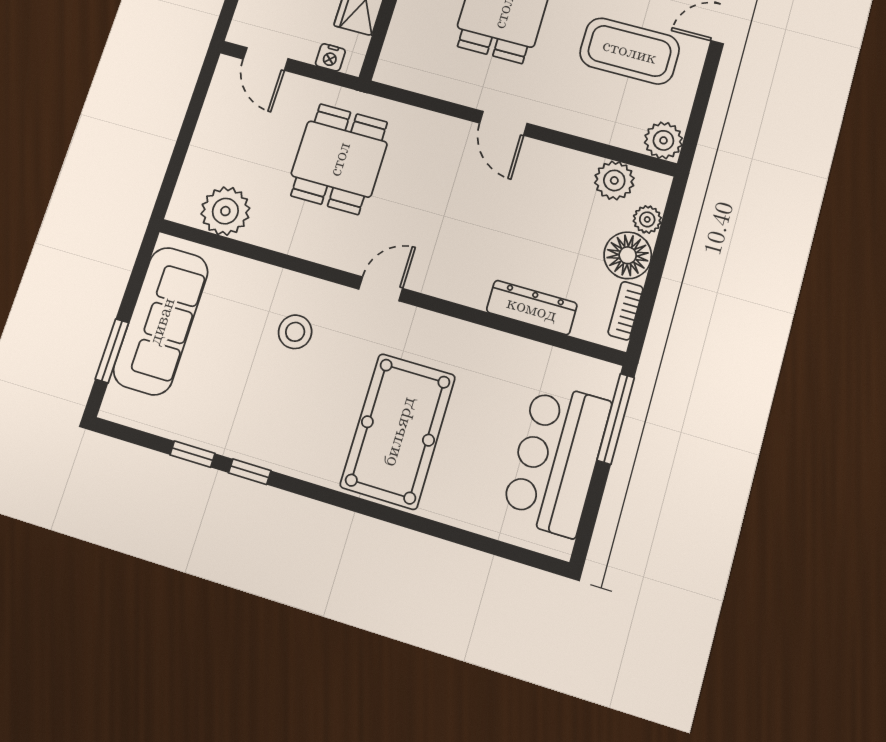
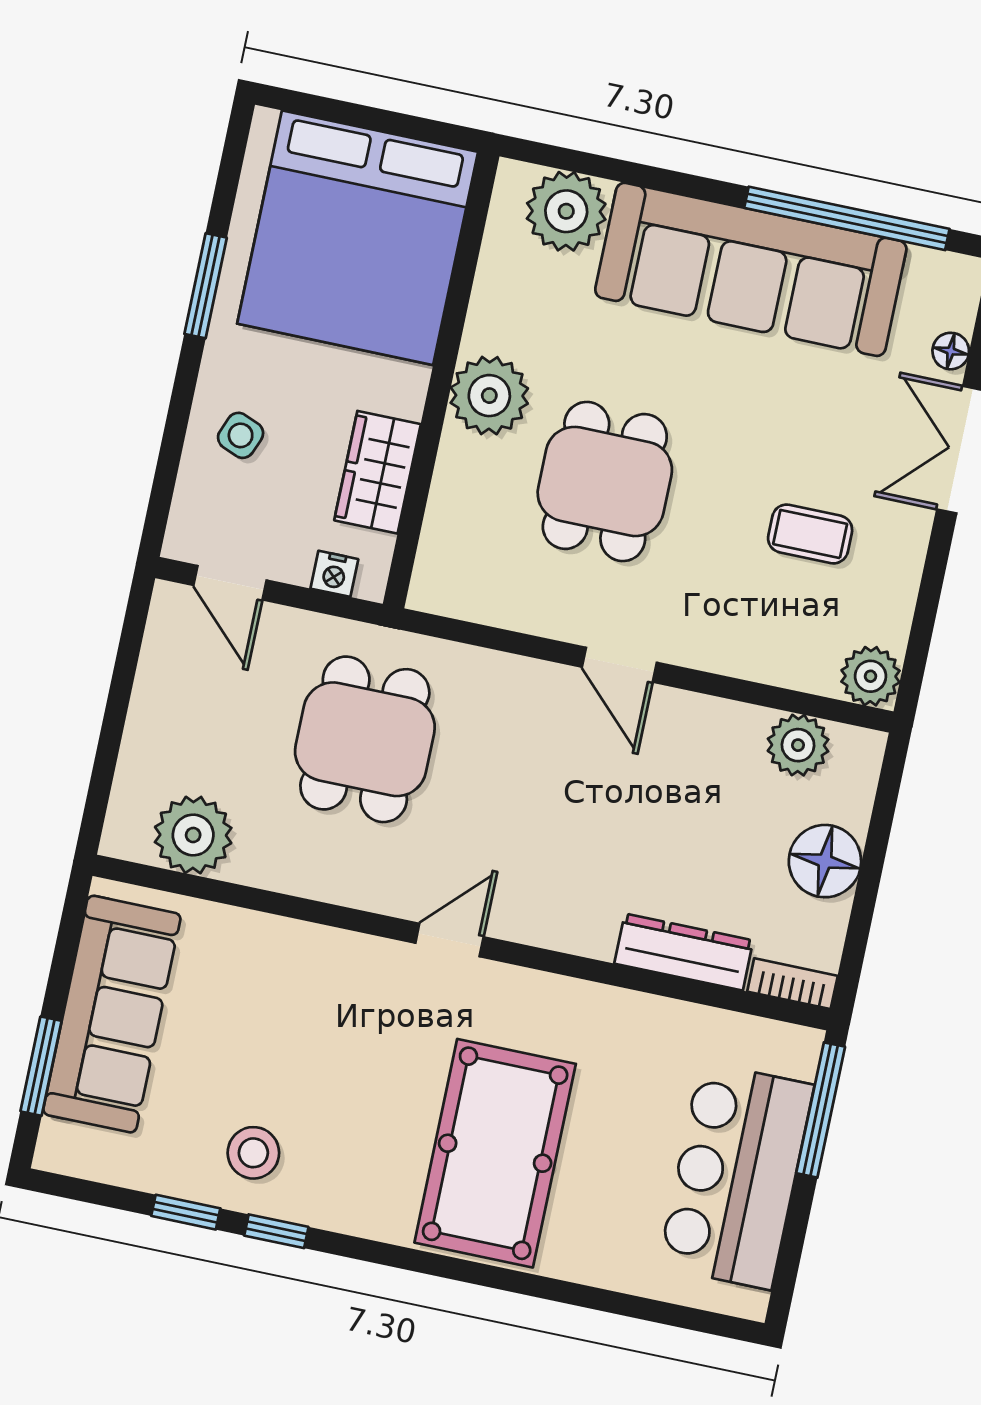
coffee table: (630, 51) -> (810, 534), width x0.54, depth x0.58
plant: (647, 219) -> (852, 803), removed
bookcase: (626, 311) -> (792, 984), moved, turned 90
stool: (295, 332) -> (253, 1153), moved

